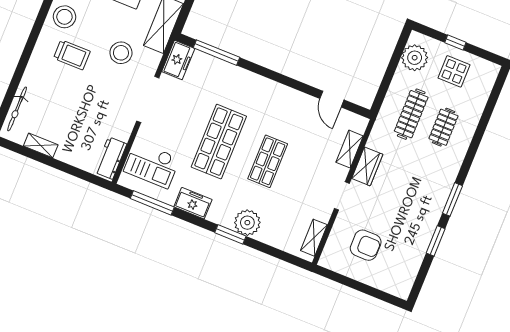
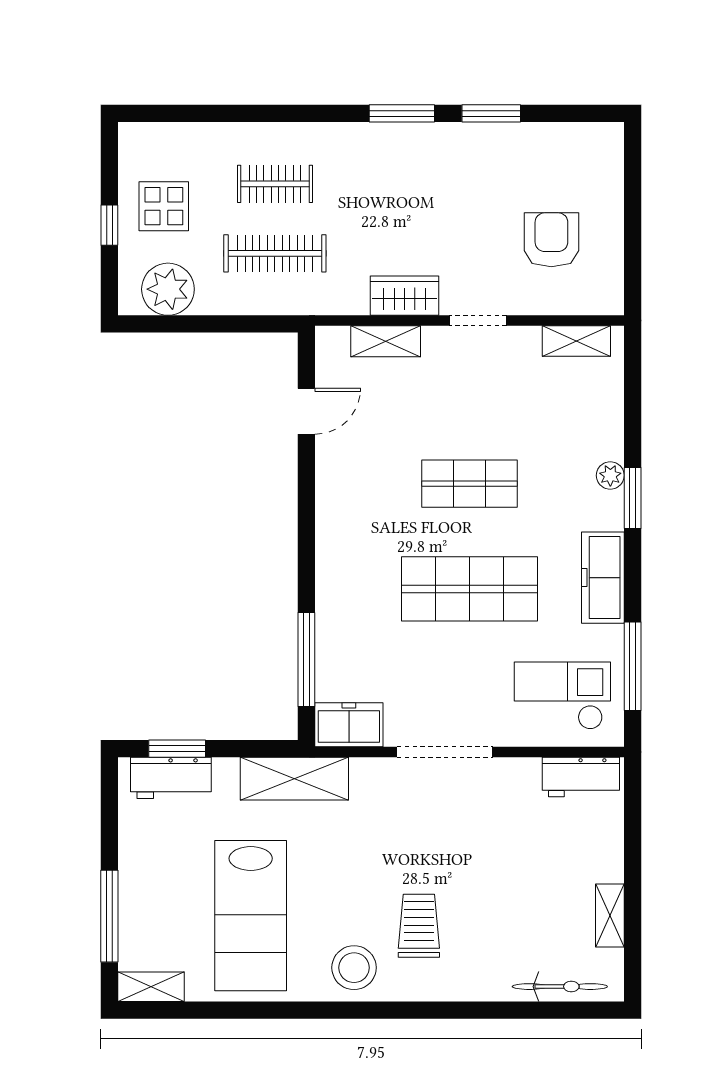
stool: (121, 53) -> (378, 836), removed
checkout: (152, 165) -> (562, 696), turned -90
freezer: (193, 203) -> (603, 578), width x1.40
plant: (247, 223) -> (610, 475), width x0.53, depth x0.53

